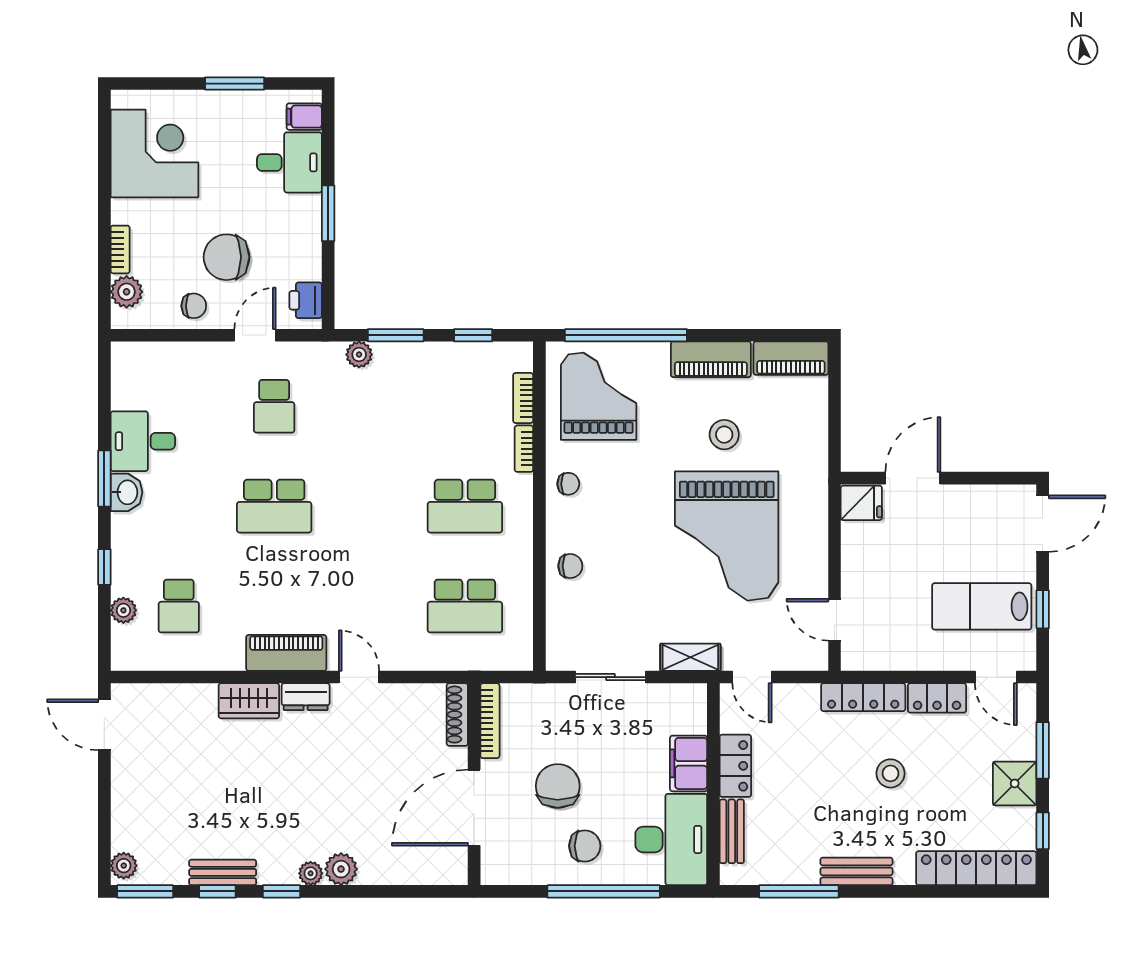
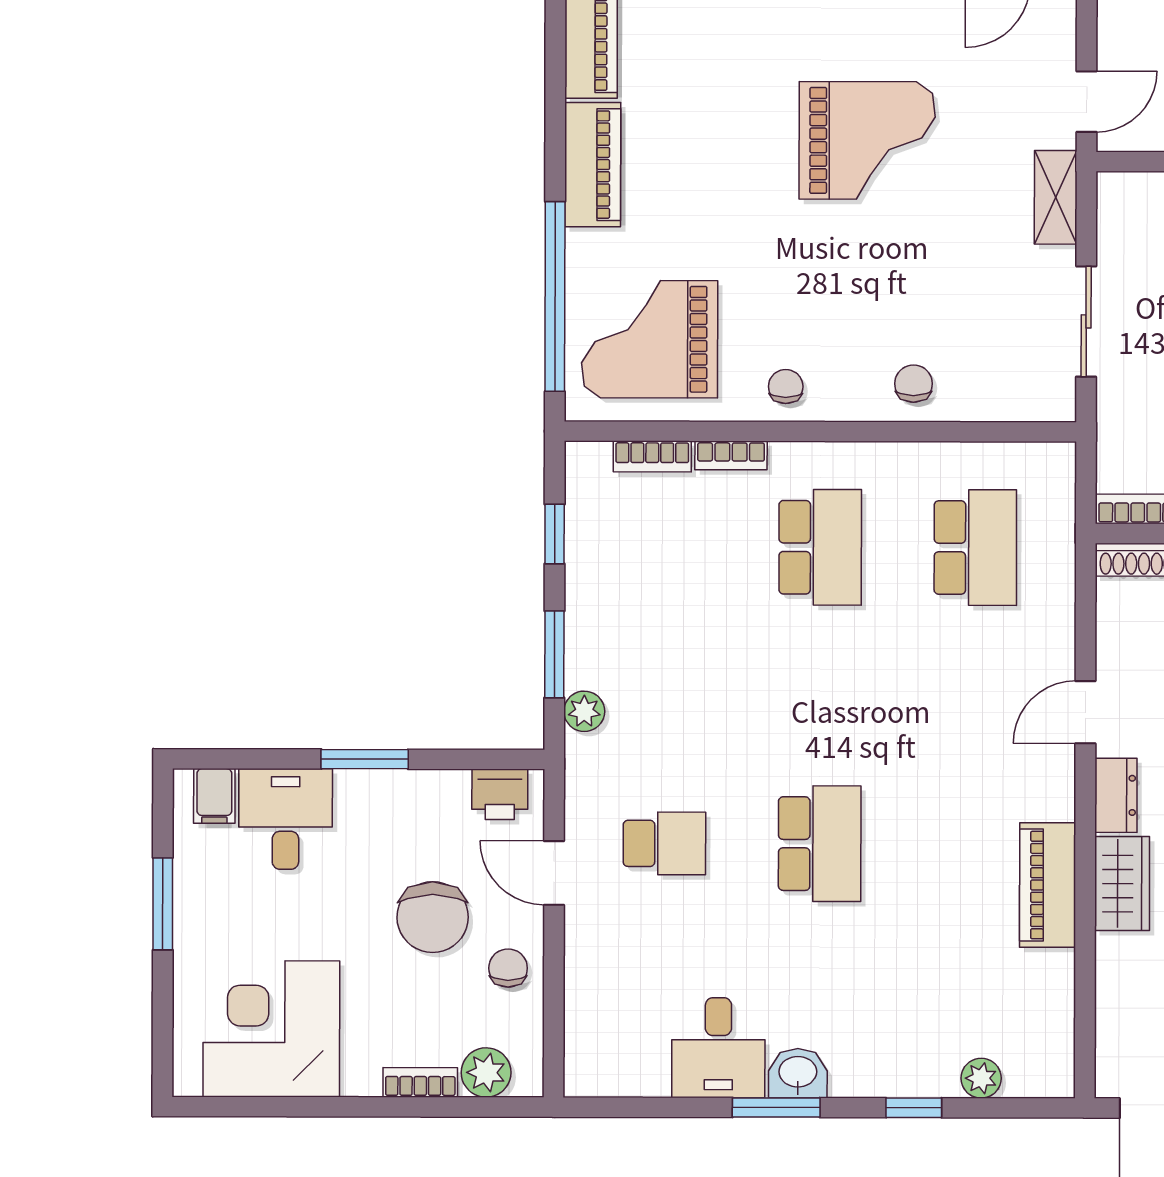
stool: (724, 435) -> (710, 144), removed
grand piano: (727, 536) -> (867, 140), width x0.73, depth x0.68
school desk: (179, 606) -> (975, 992), removed
piano: (286, 653) -> (1048, 885), moved

